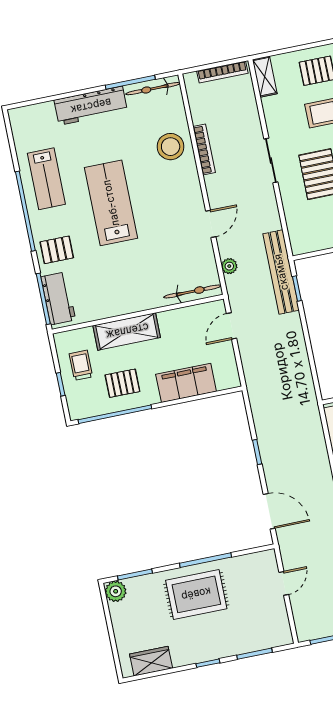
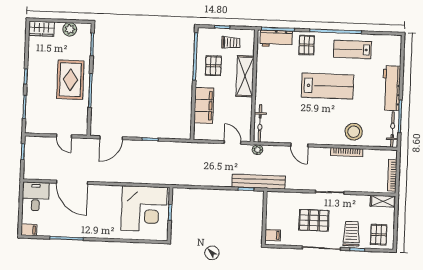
plant: (229, 266) -> (258, 150), moved
plant: (116, 591) -> (70, 29), moved
wardrobe: (151, 661) -> (41, 29), moved, turned 90

